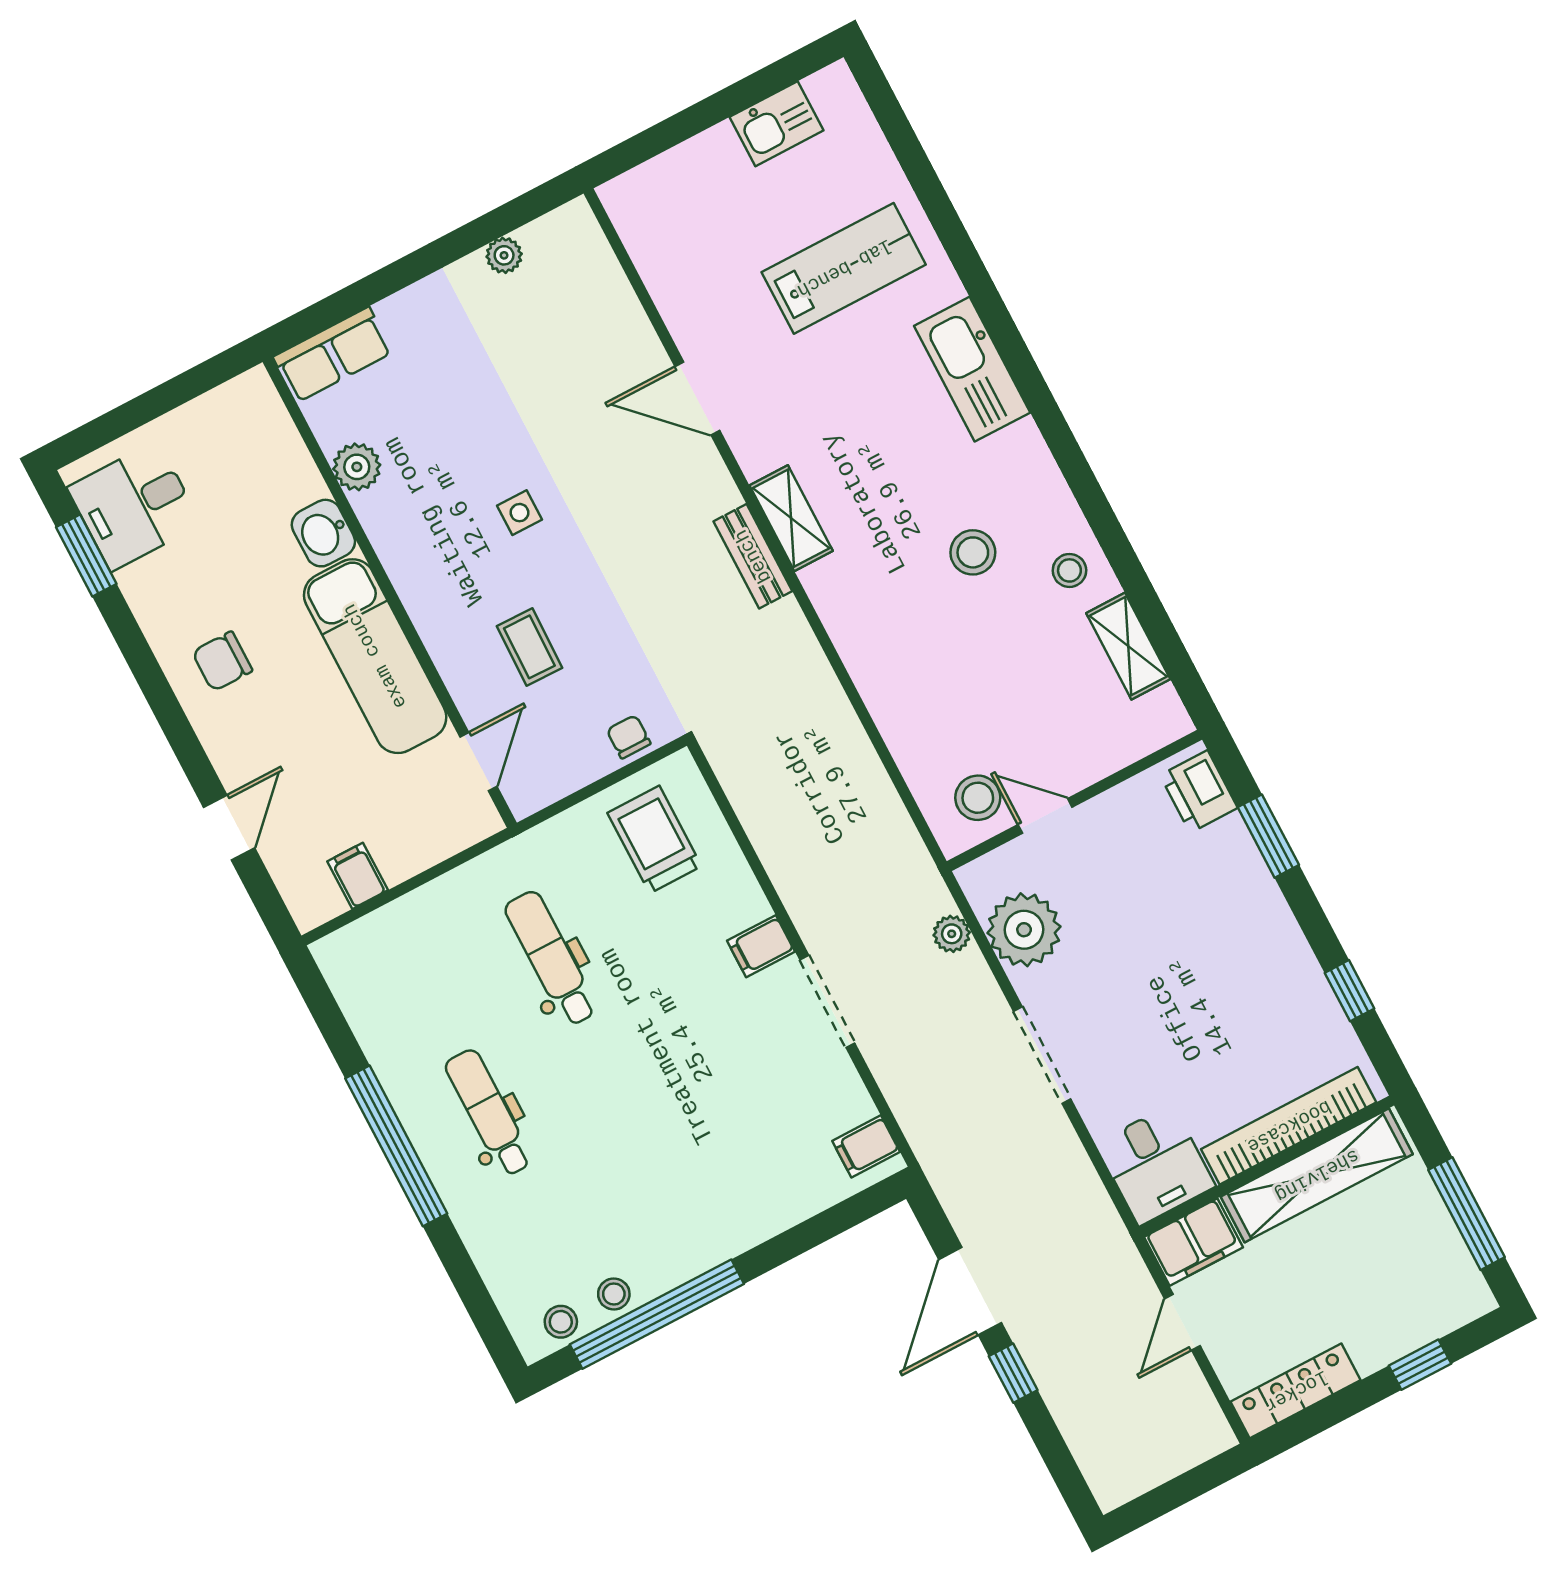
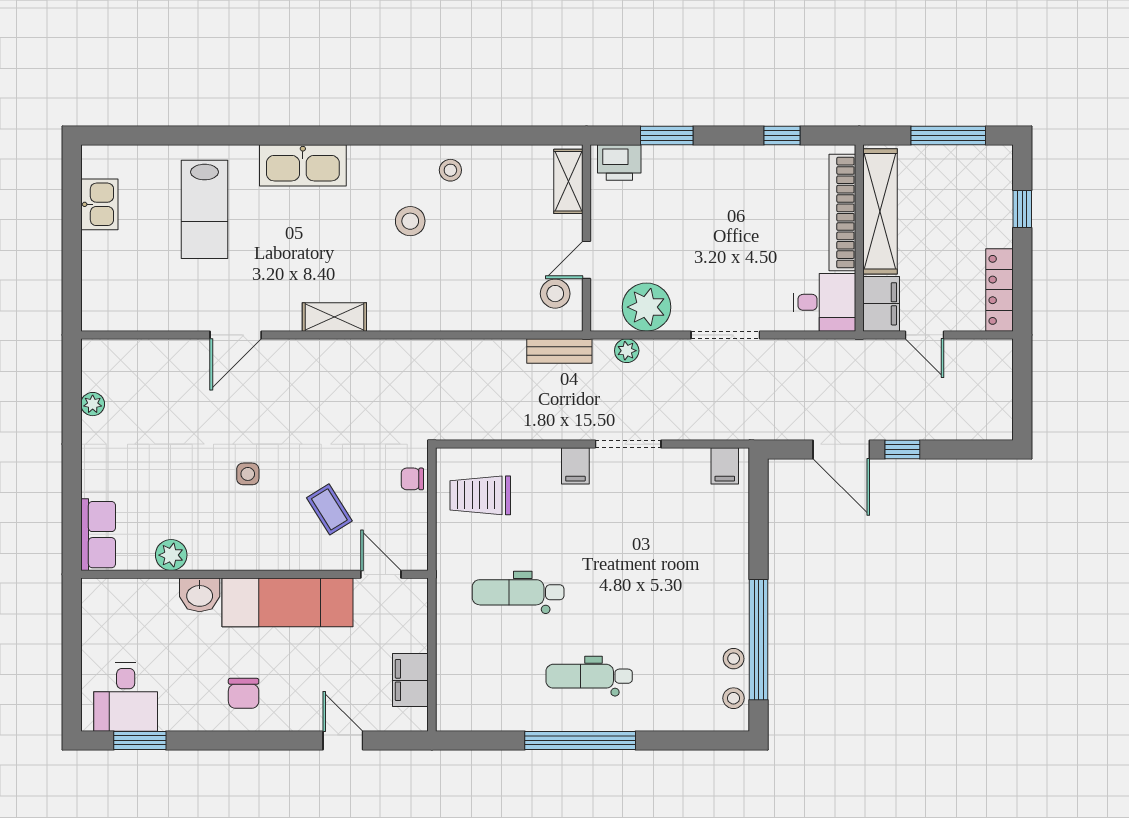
lab bench: (844, 268) -> (205, 209), turned 180
bench: (753, 556) -> (559, 351), moved
shelving: (1128, 646) -> (568, 181), moved, turned 90
coffee table: (529, 647) -> (329, 509), turned 57
filing cabinet: (358, 876) -> (410, 680), width x2.00

